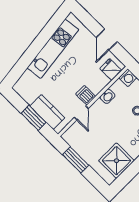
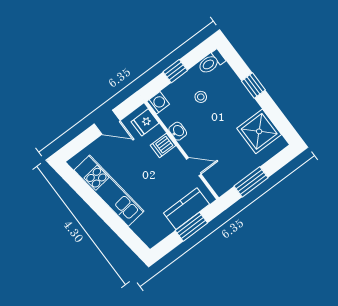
dishwasher: (86, 95) -> (163, 145), moved

